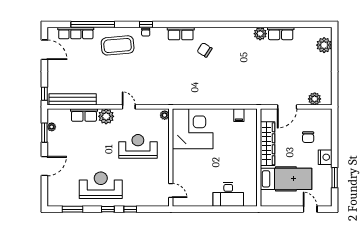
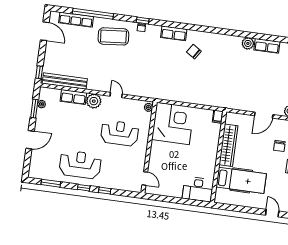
wardrobe: (267, 144) -> (228, 145), moved
wall: (259, 157) -> (219, 157), moved
hospital bed: (286, 179) -> (241, 180), moved

